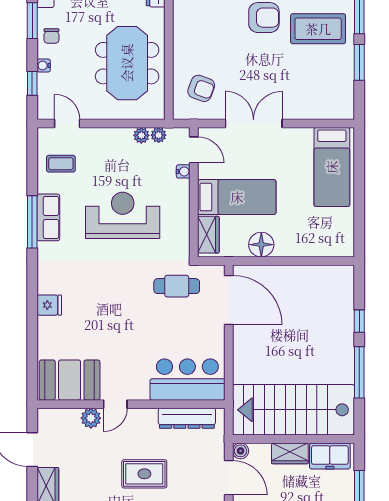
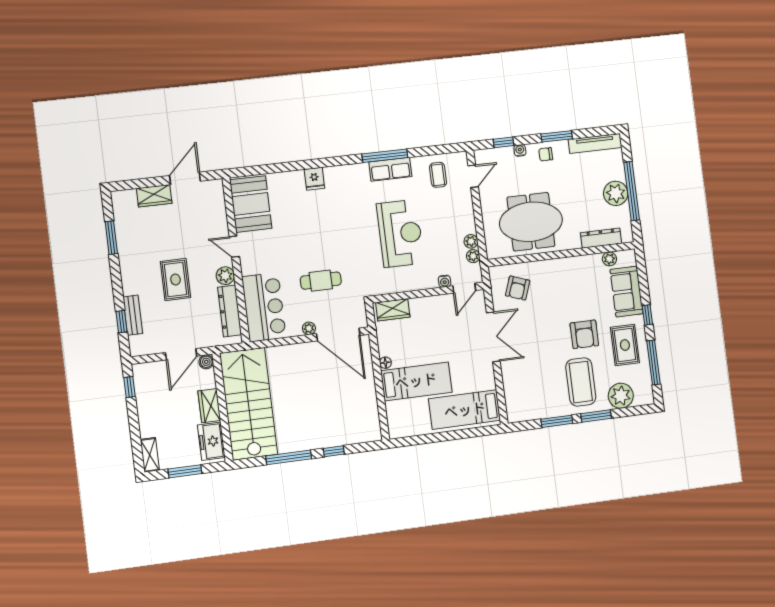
bed: (237, 197) -> (416, 381), moved, turned -90
floor lamp: (261, 245) -> (385, 363), width x0.53, depth x0.53
cafe table: (177, 286) -> (321, 281), moved, turned 90
door: (229, 300) -> (338, 335), hinge flipped
plant: (218, 332) -> (309, 328), added
plant: (91, 418) -> (225, 276), moved

